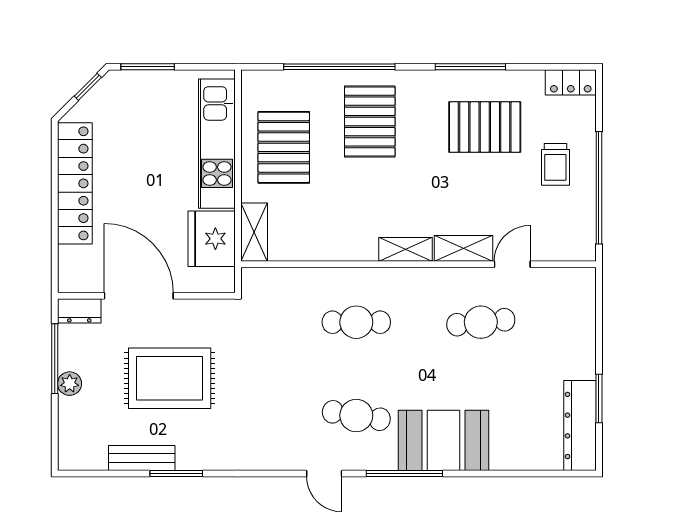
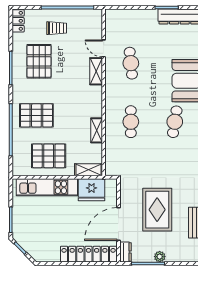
locker: (75, 183) -> (89, 254), moved
shelving: (405, 249) -> (97, 130), moved

